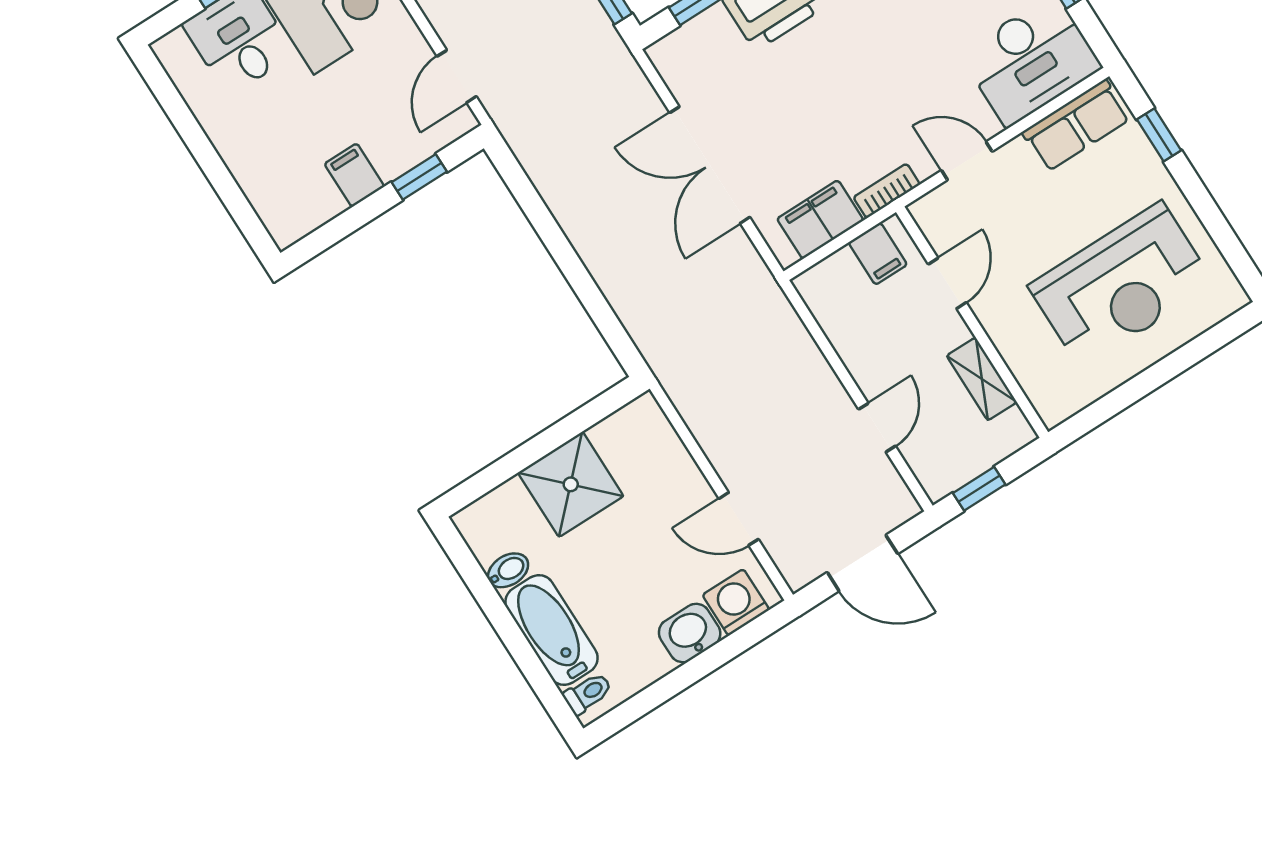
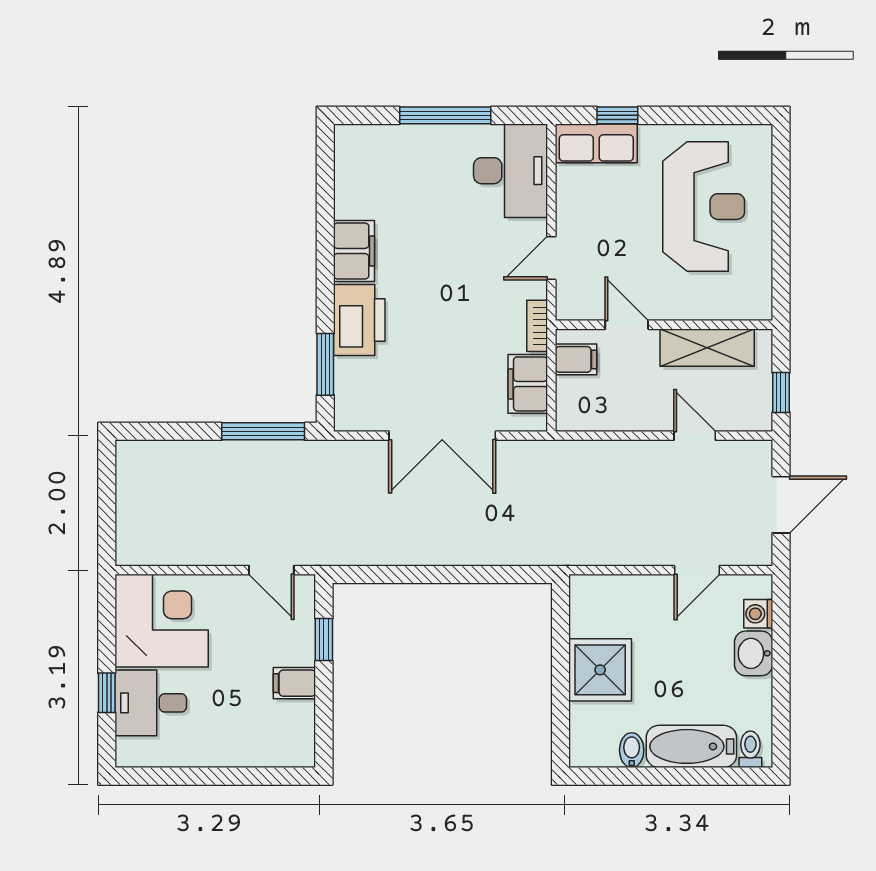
row of seats: (1076, 126) -> (596, 143), moved, turned 90
shelving: (982, 379) -> (707, 348), width x1.50, depth x1.33
washing machine: (736, 602) -> (758, 614), width x0.73, depth x0.73

